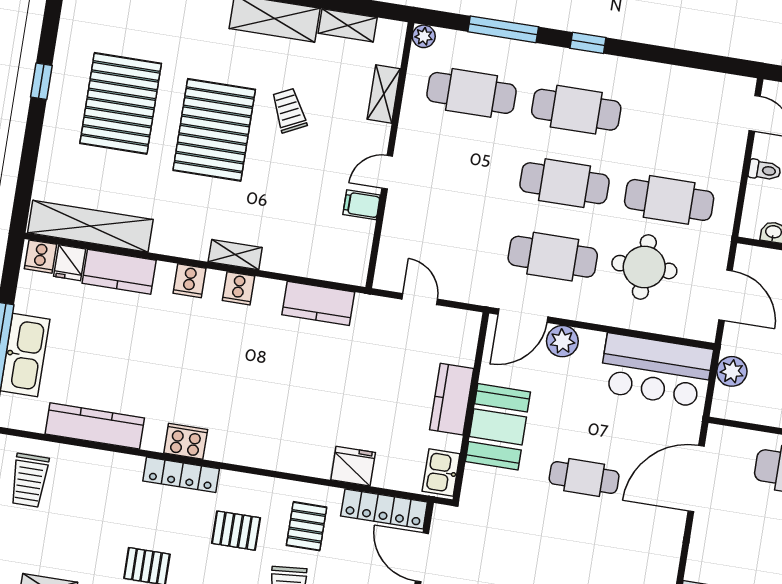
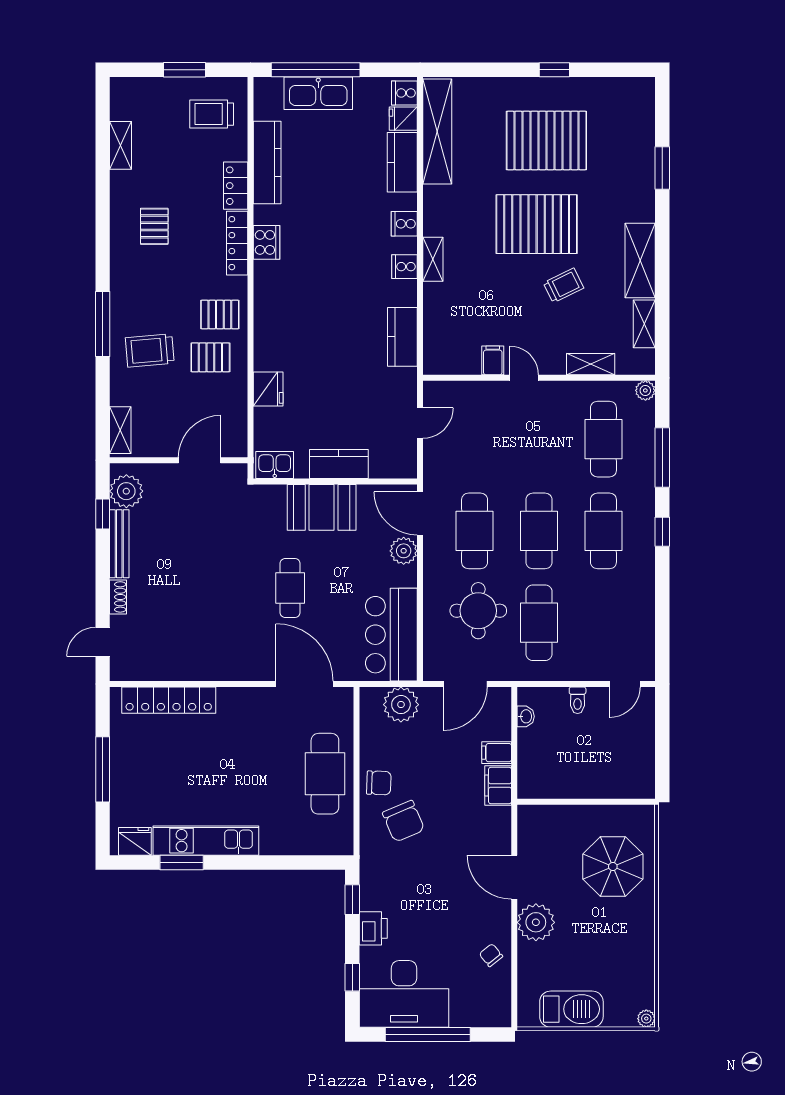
plant: (732, 371) -> (401, 705), width x1.36, depth x1.36
locker: (384, 509) -> (236, 186), moved, width x0.66
pallet: (236, 531) -> (220, 315), moved, turned 90

